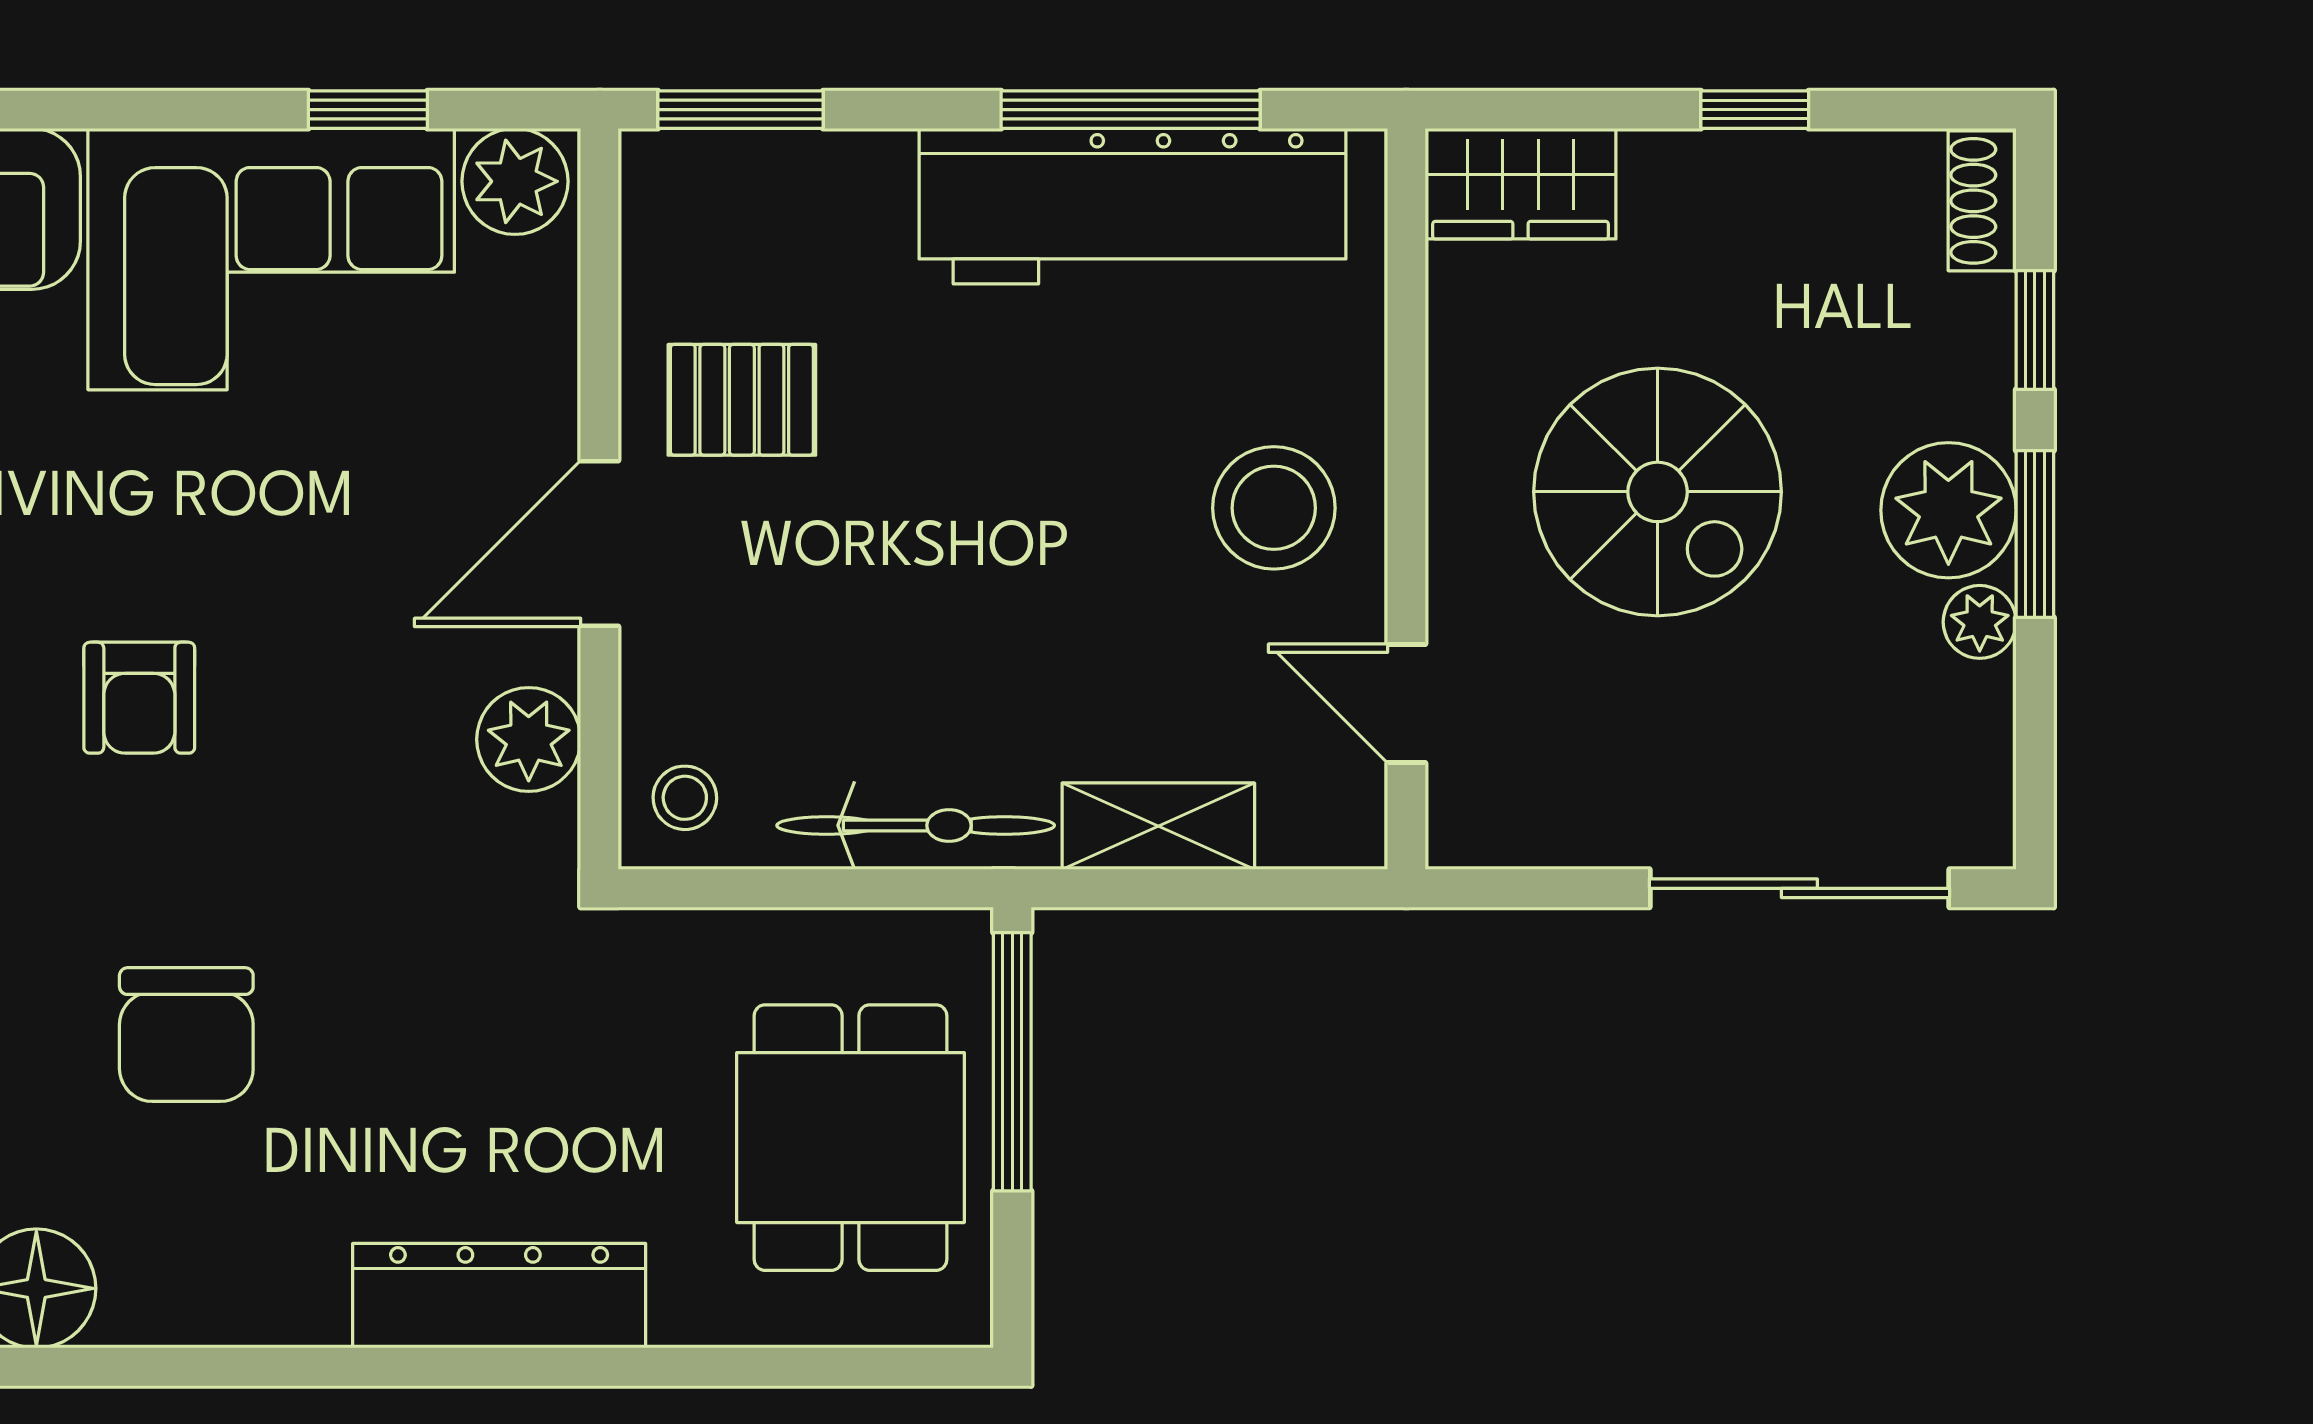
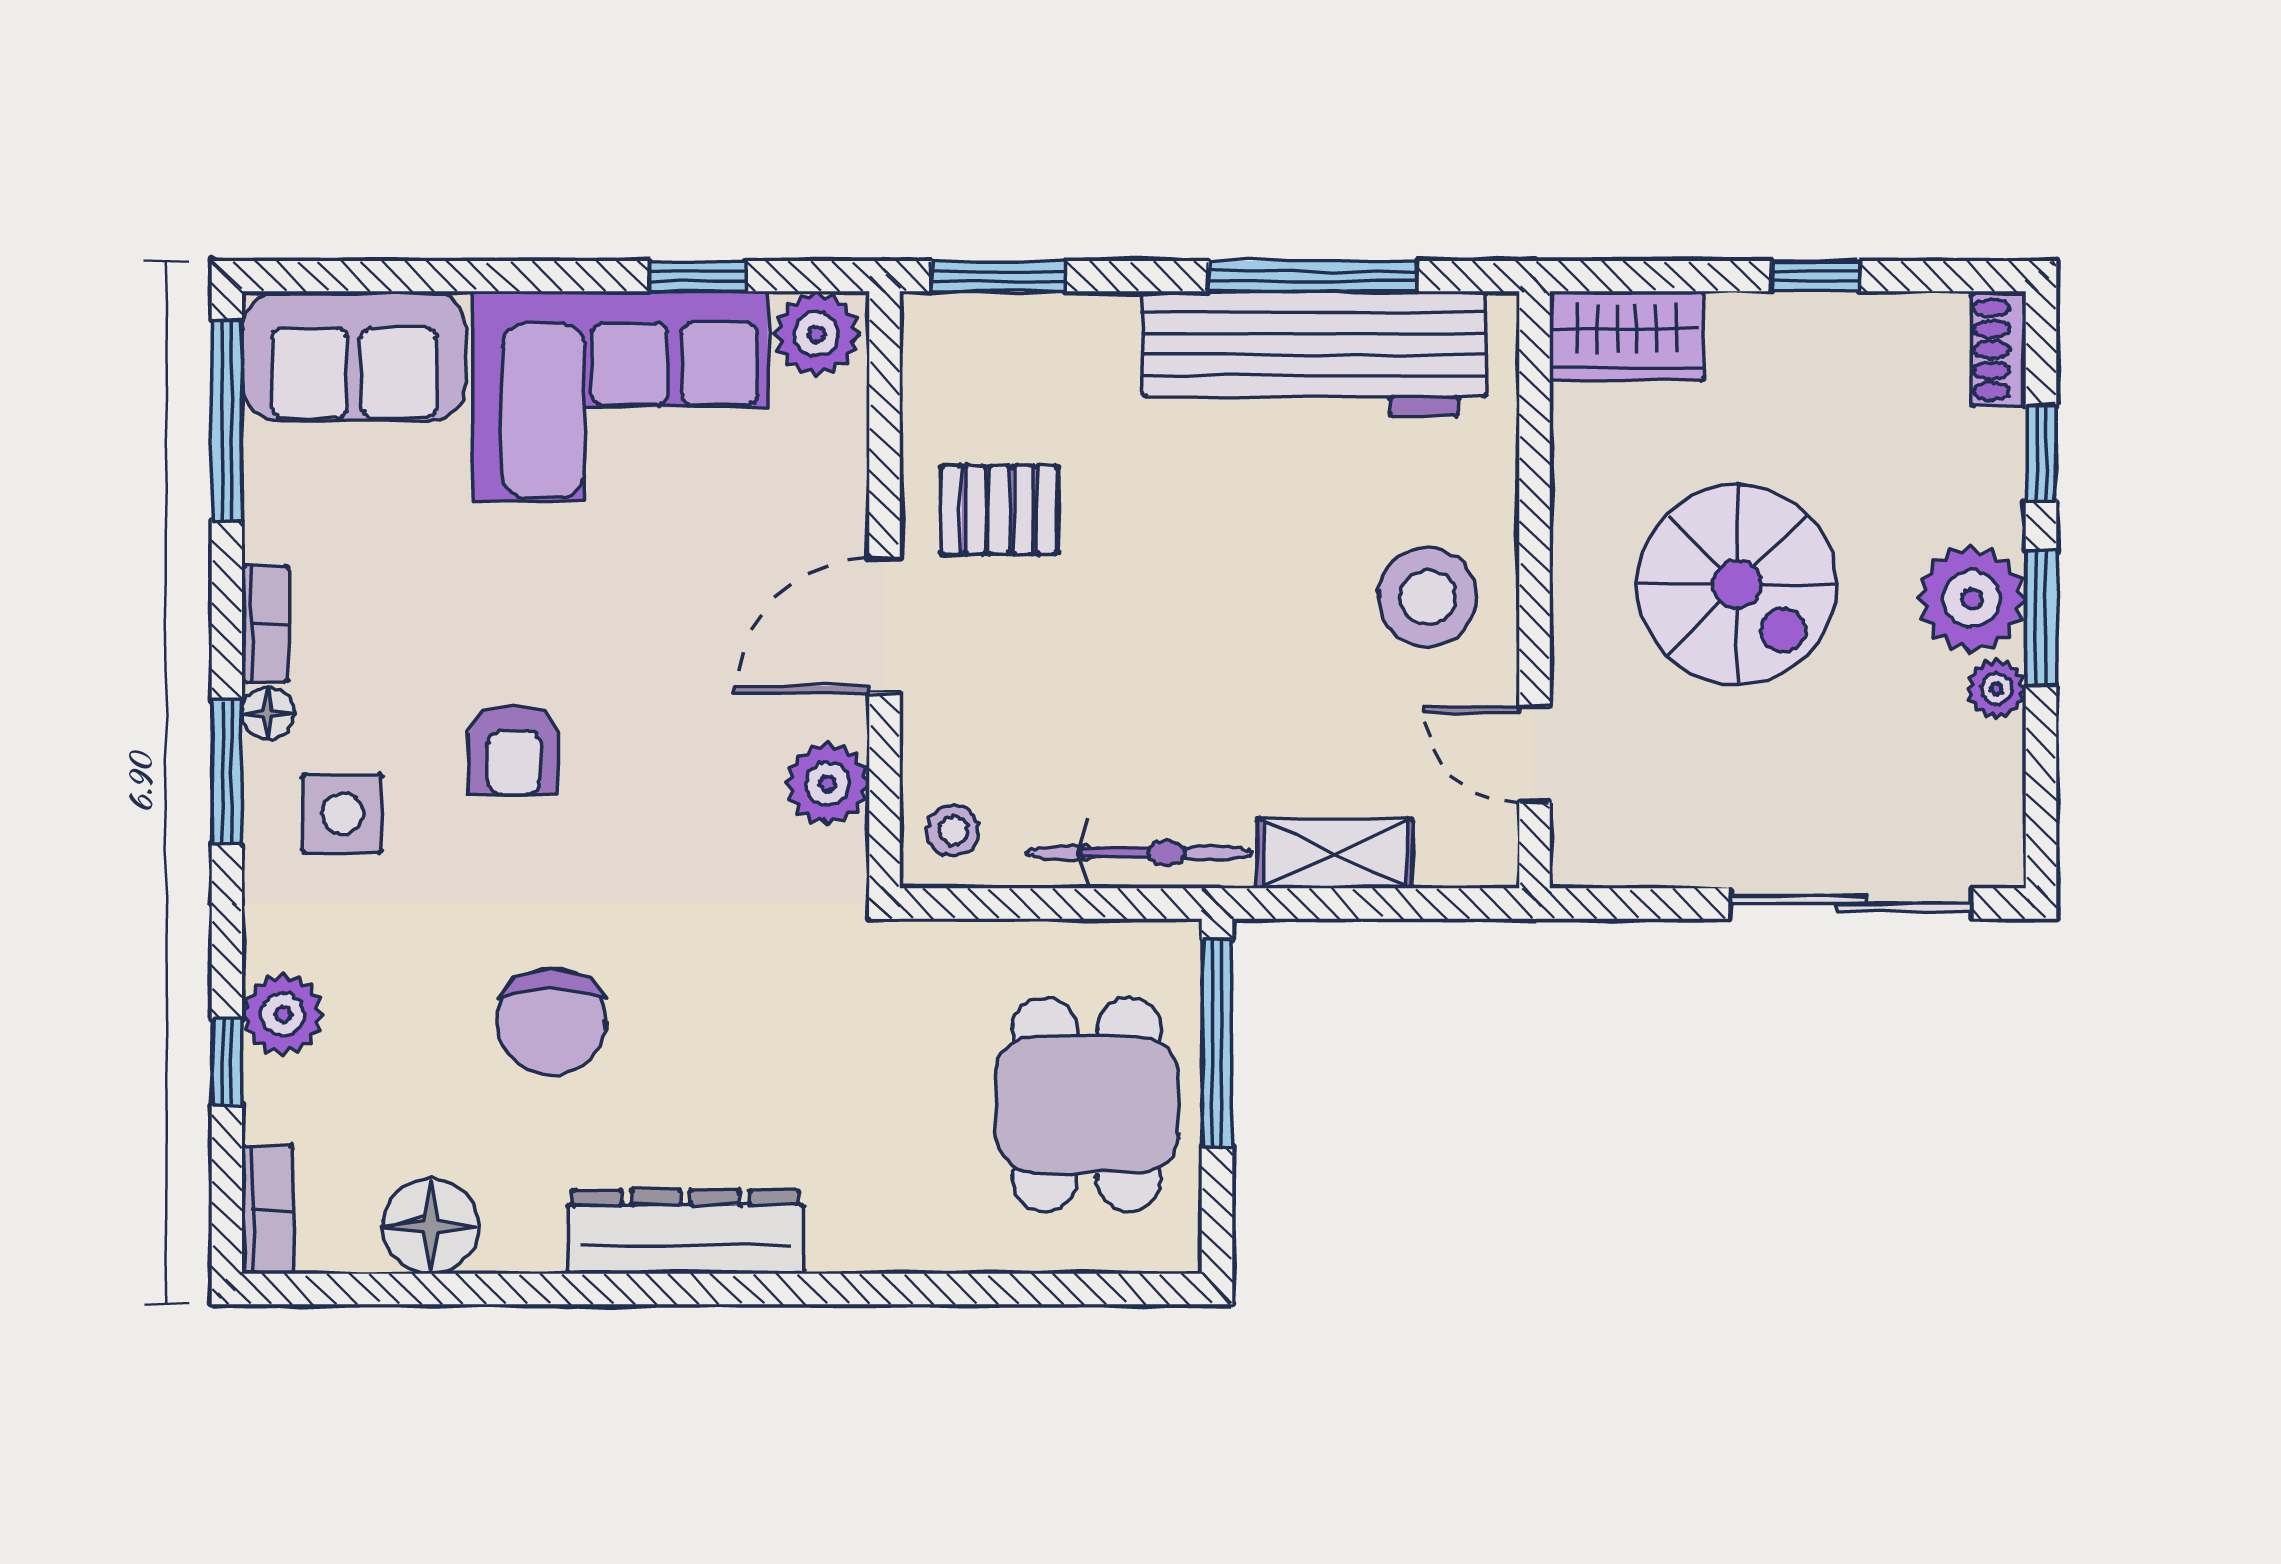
dresser: (499, 1296) -> (685, 1232), moved

